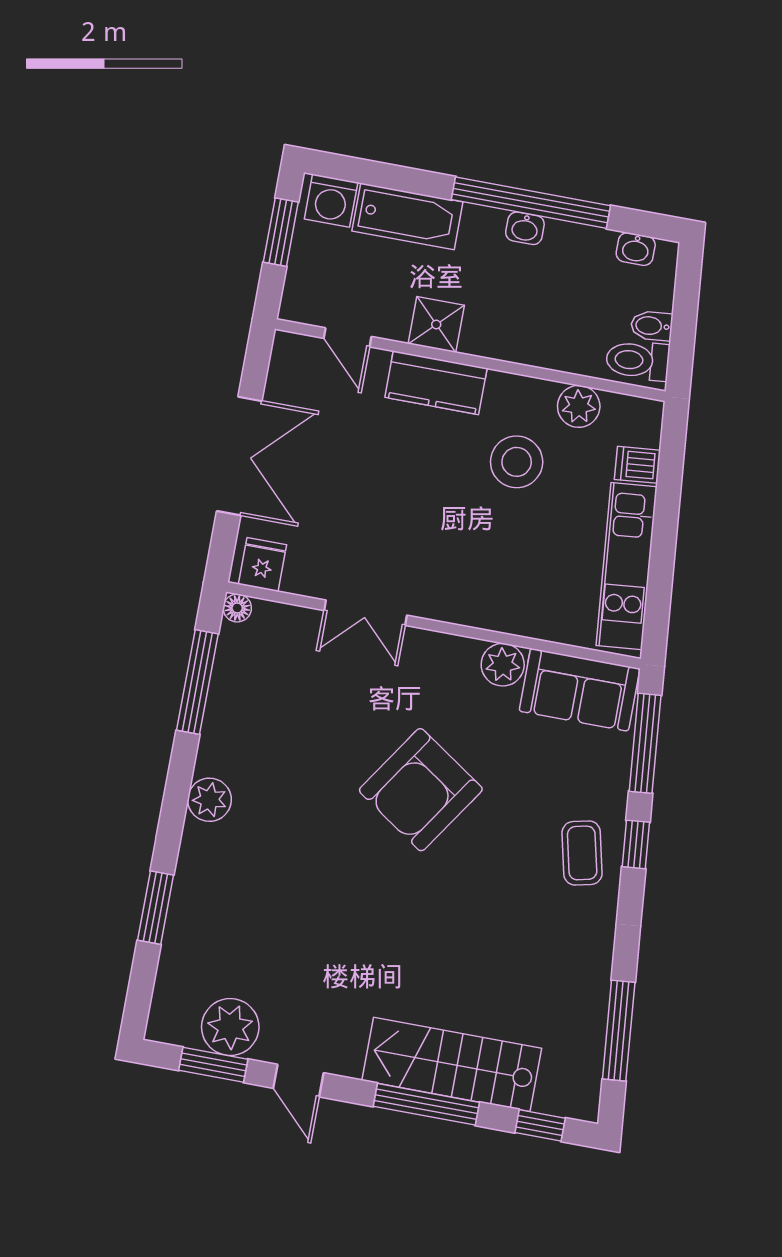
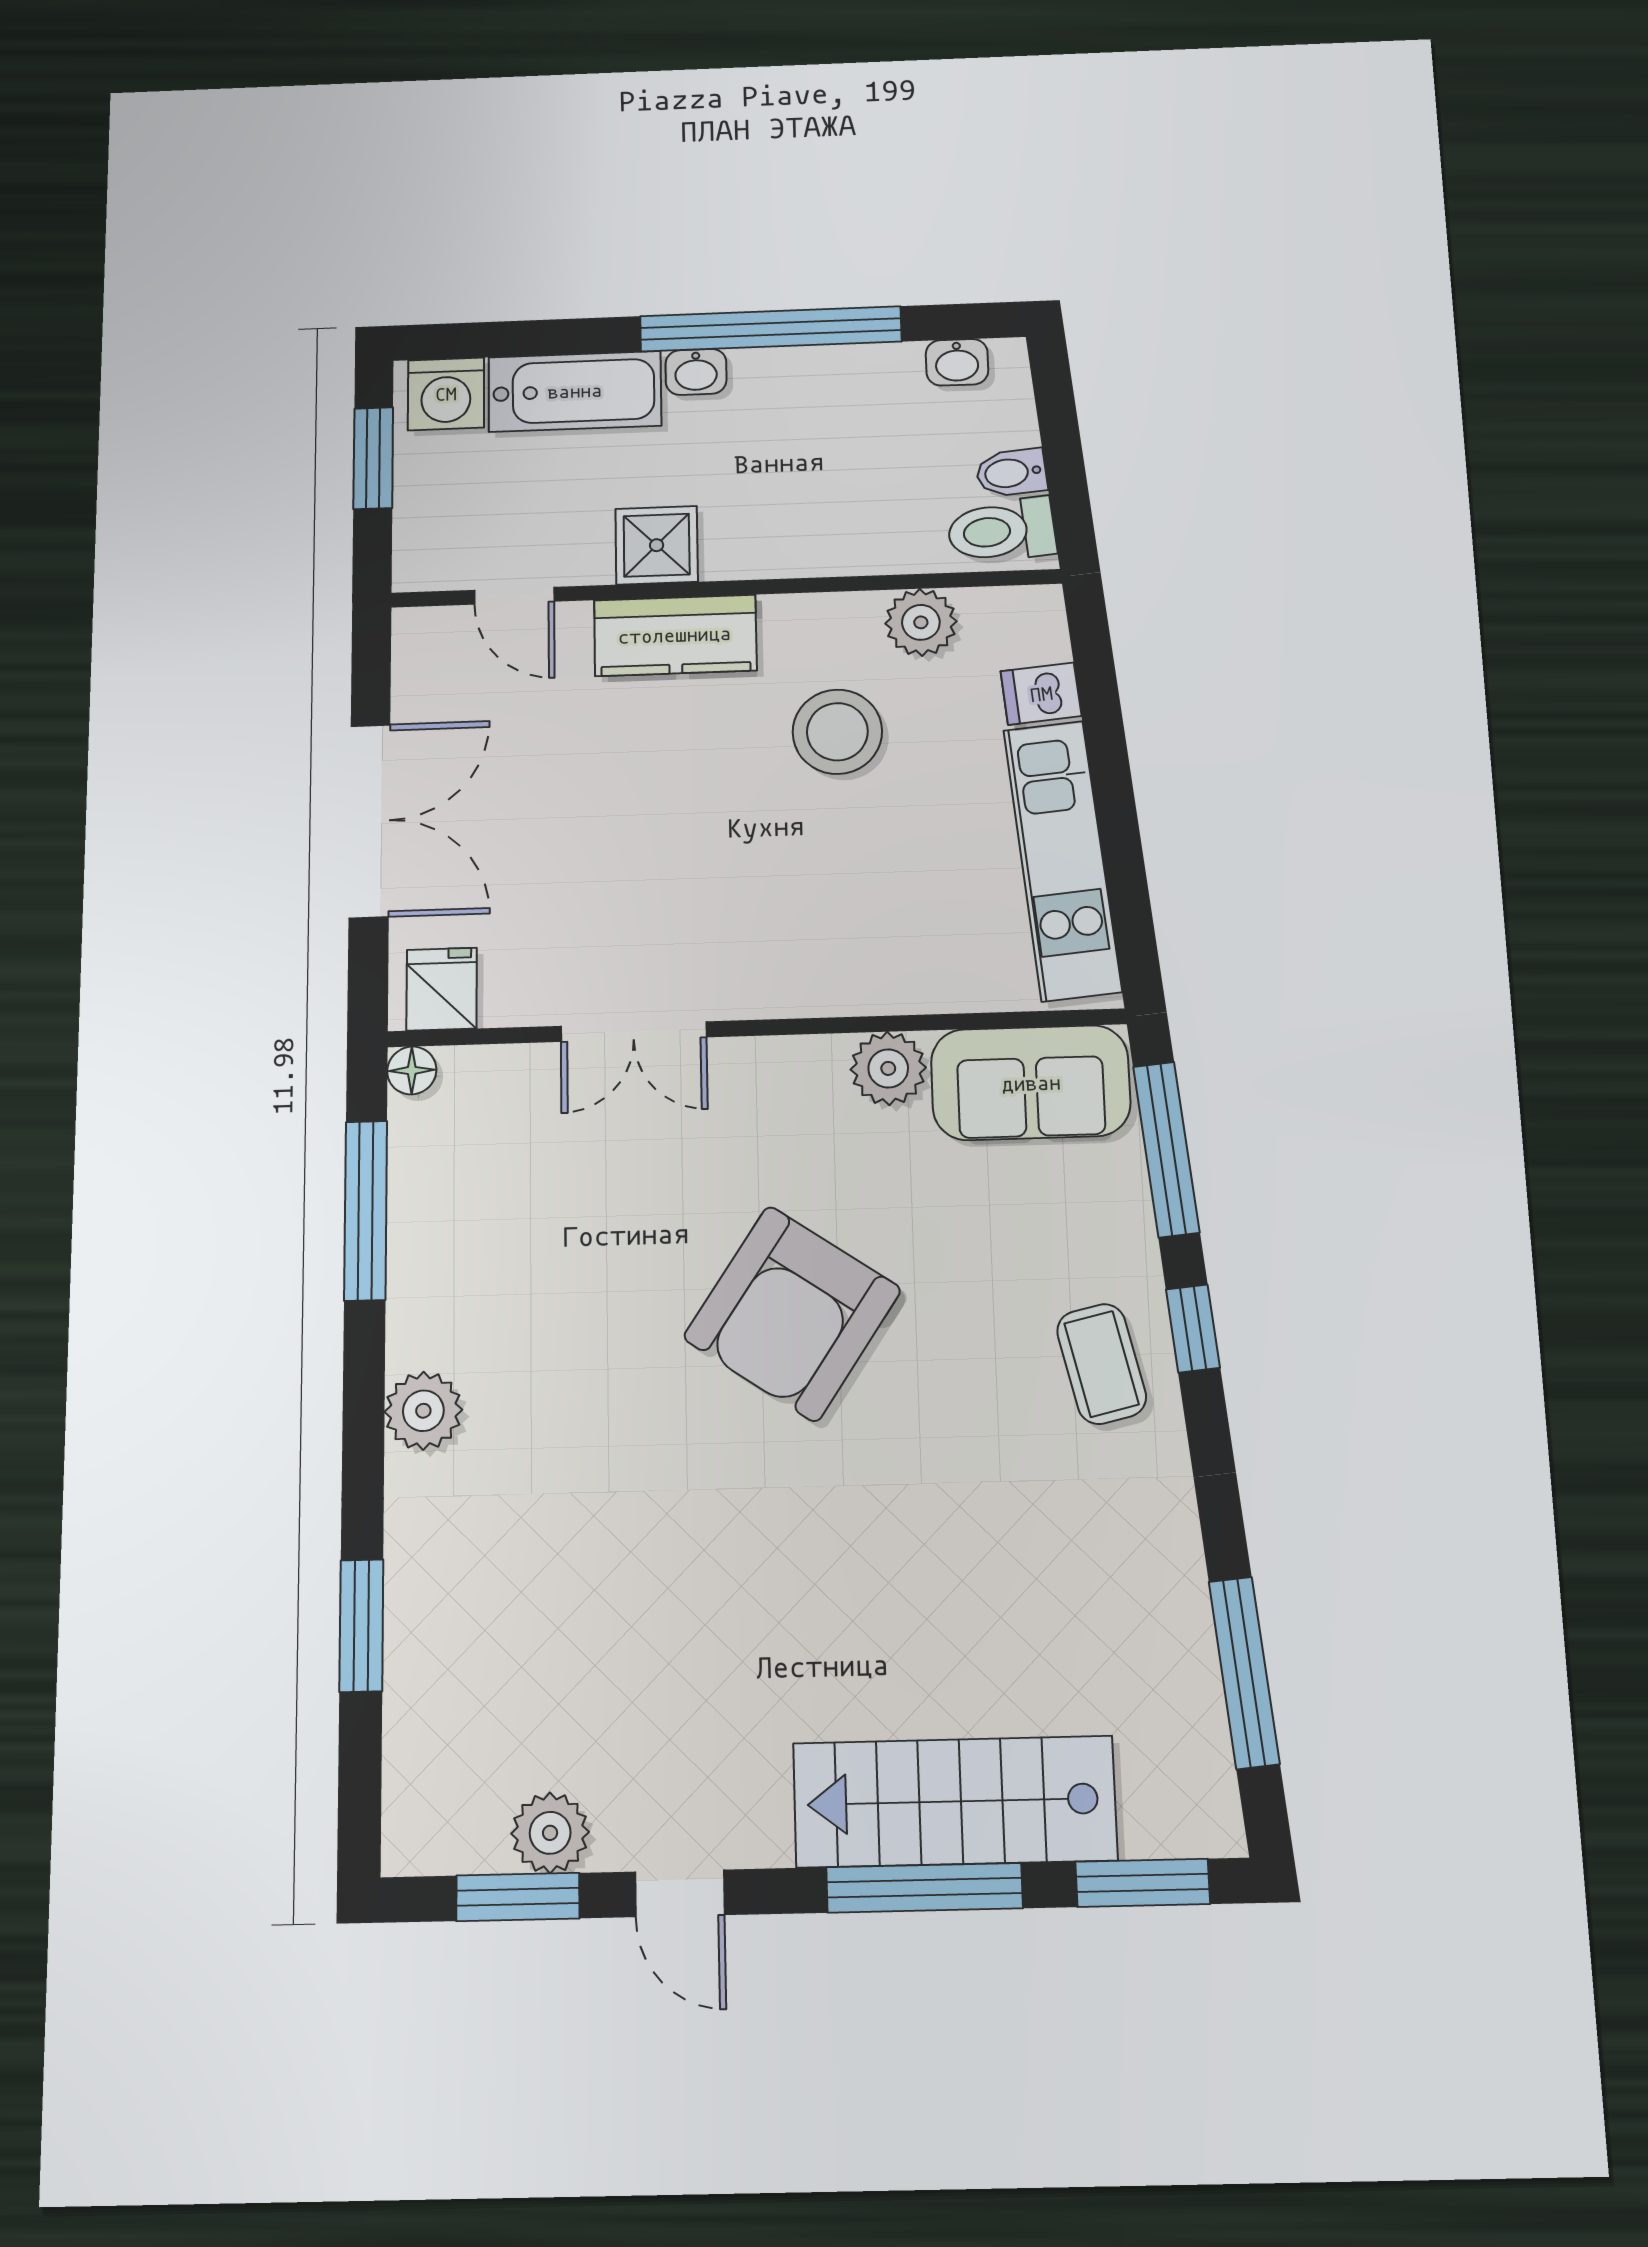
washbasin: (525, 228) -> (696, 372), moved
plant: (230, 1027) -> (550, 1833), width x0.73, depth x0.73
window: (540, 1125) -> (1143, 1883), width x1.50

